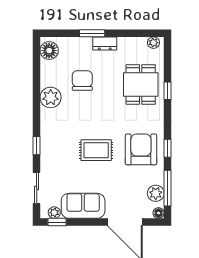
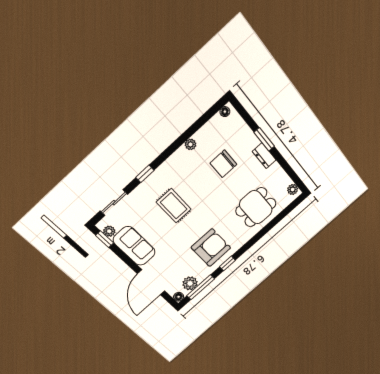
floor lamp: (49, 51) -> (225, 112), width x0.53, depth x0.53
chair: (82, 81) -> (223, 164), turned 180
window: (168, 91) -> (267, 229), removed
plant: (51, 97) -> (190, 144), width x0.53, depth x0.53
rug: (96, 150) -> (174, 206), moved

